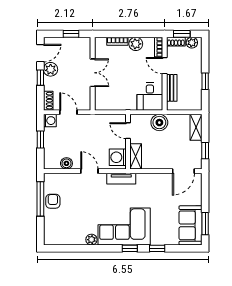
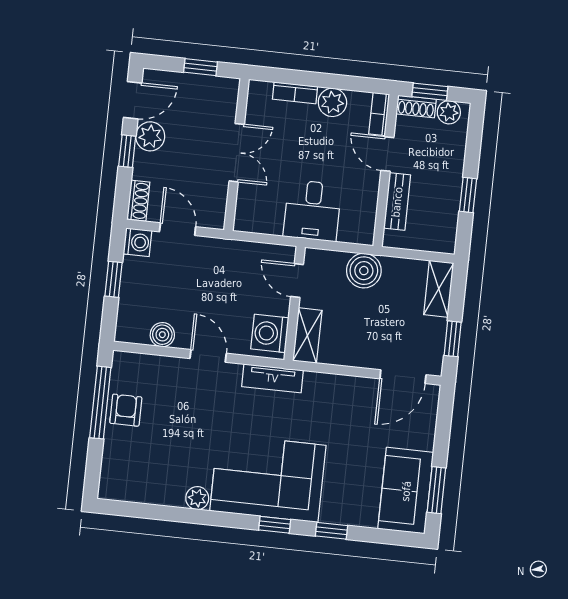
desk: (150, 97) -> (312, 211), moved

